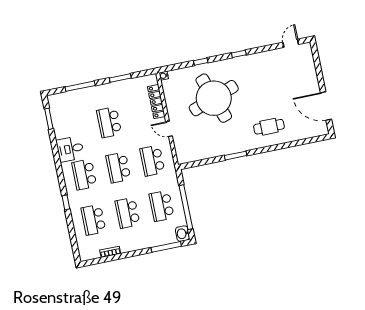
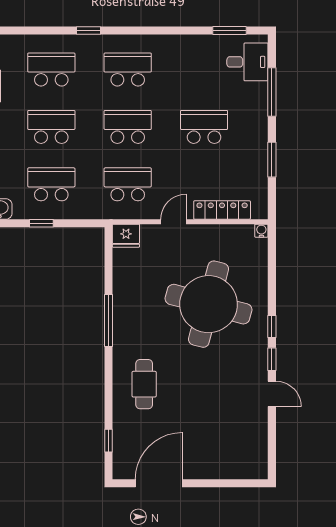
door: (291, 43) -> (272, 394), moved
window: (201, 62) -> (272, 327), moved
round table: (214, 98) -> (209, 304), turned 35
window: (307, 141) -> (109, 441), added
desk: (70, 149) -> (247, 62), moved, turned 90
fridge: (183, 155) -> (126, 236), added
window: (236, 156) -> (109, 321), width x1.44
window: (186, 207) -> (41, 223), width x0.32

